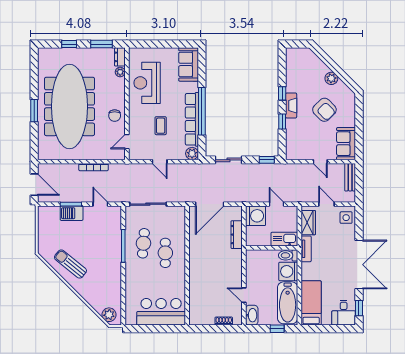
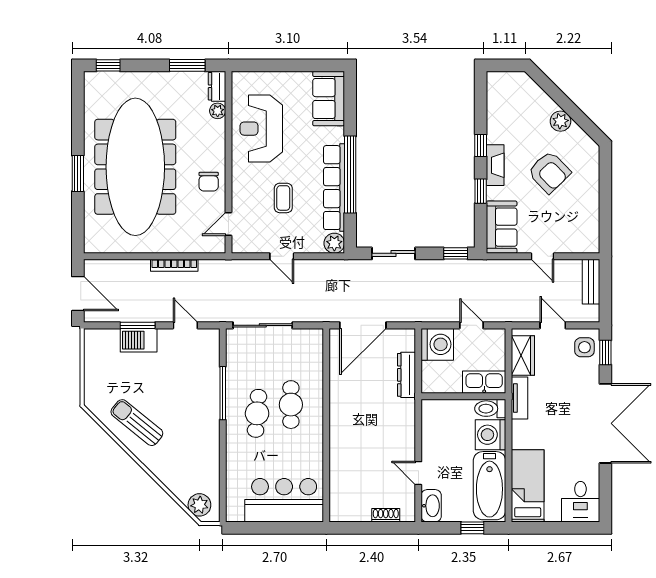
window: (69, 44) -> (108, 65), moved
sofa: (346, 144) -> (502, 227), moved, turned 180
cafe table: (143, 243) -> (257, 413), moved
window: (359, 308) -> (605, 353), moved

